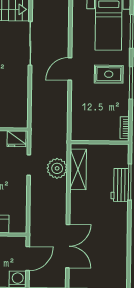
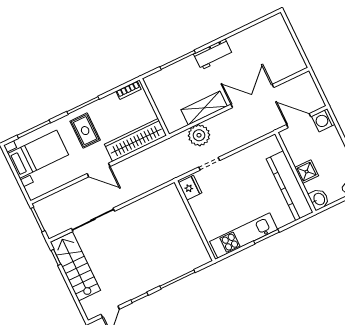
wardrobe: (80, 113) -> (135, 140), added
shelving: (78, 169) -> (204, 108), moved
workbench: (120, 185) -> (213, 54), moved
double door: (68, 246) -> (252, 96), moved

